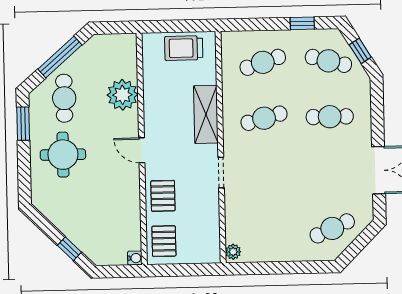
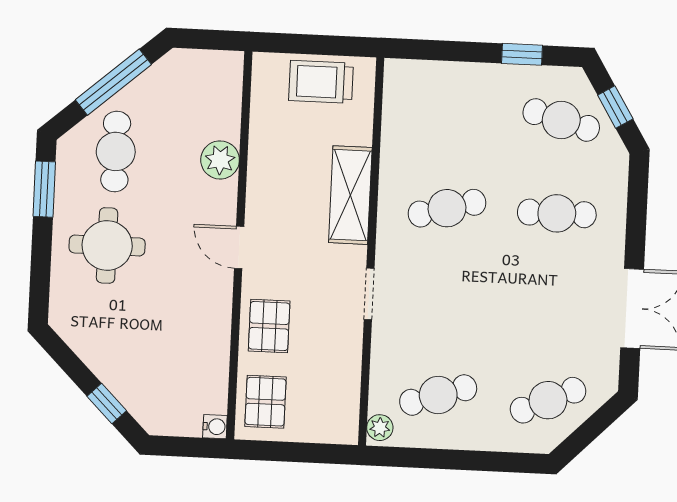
cafe table: (263, 62) -> (438, 395), moved
plant: (122, 95) -> (220, 160), width x0.73, depth x0.73

